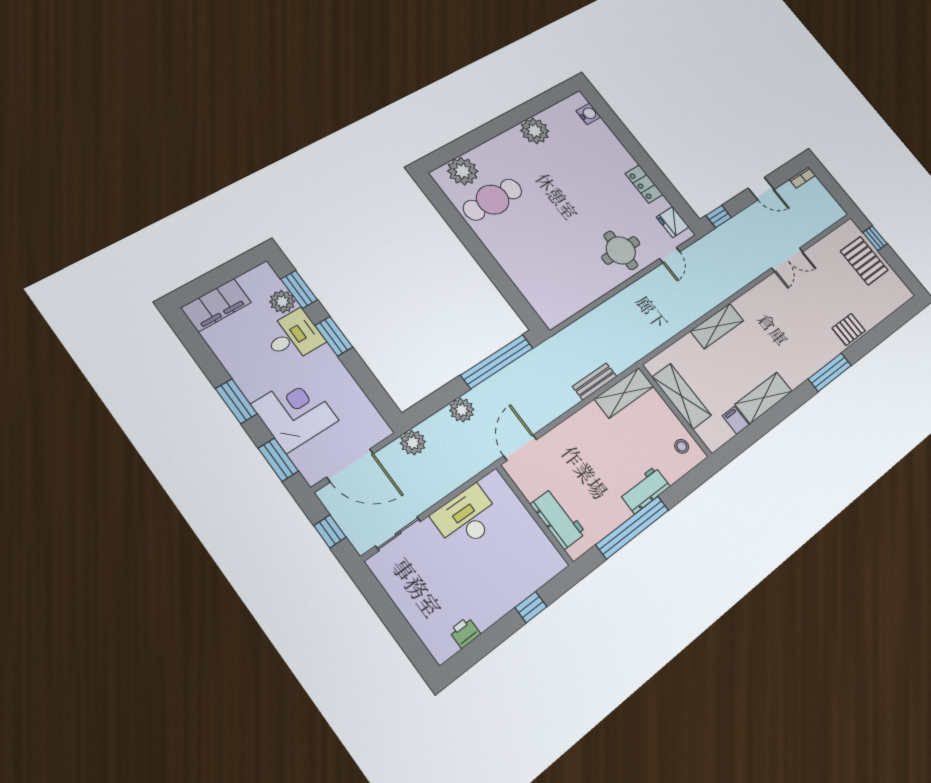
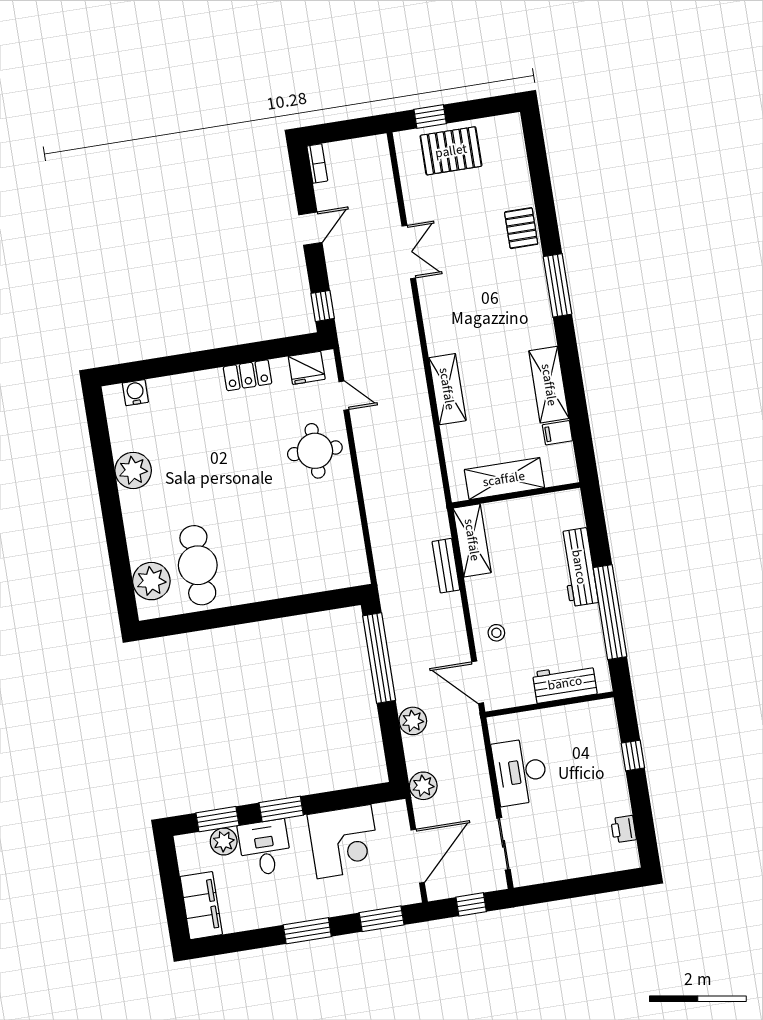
corner desk: (295, 412) -> (344, 842), moved, turned 180
stool: (682, 446) -> (496, 633), moved
workbench: (645, 490) -> (579, 567), width x1.38

